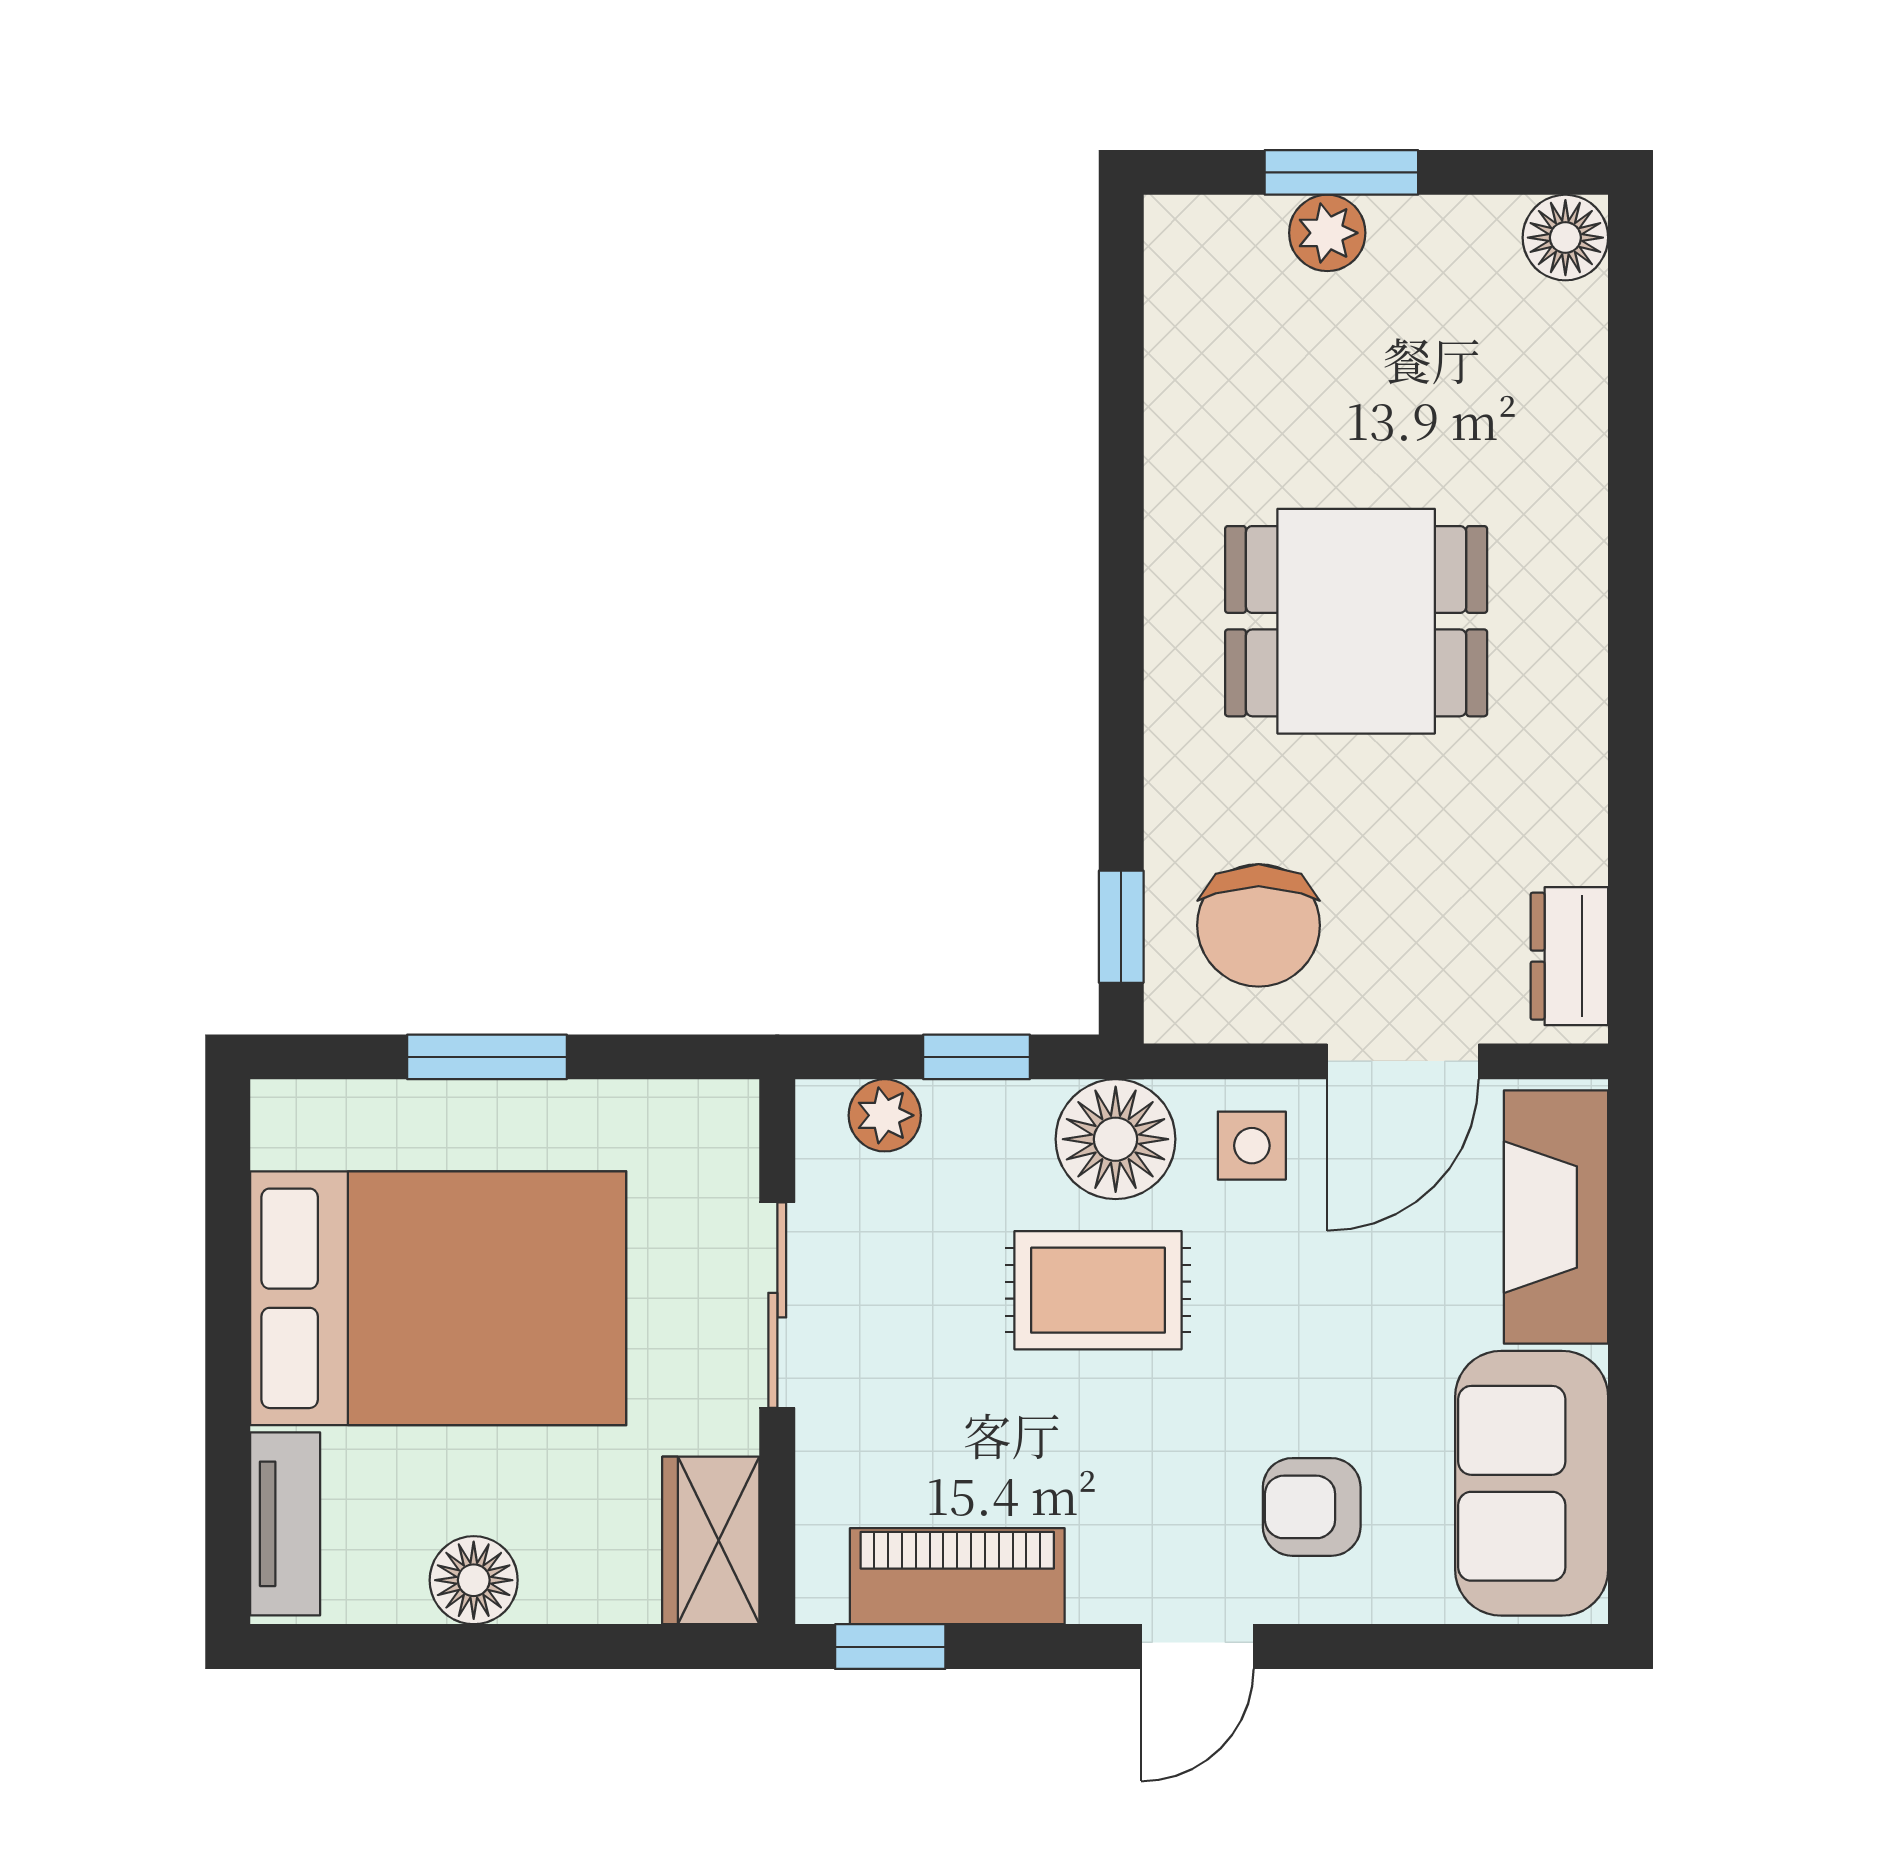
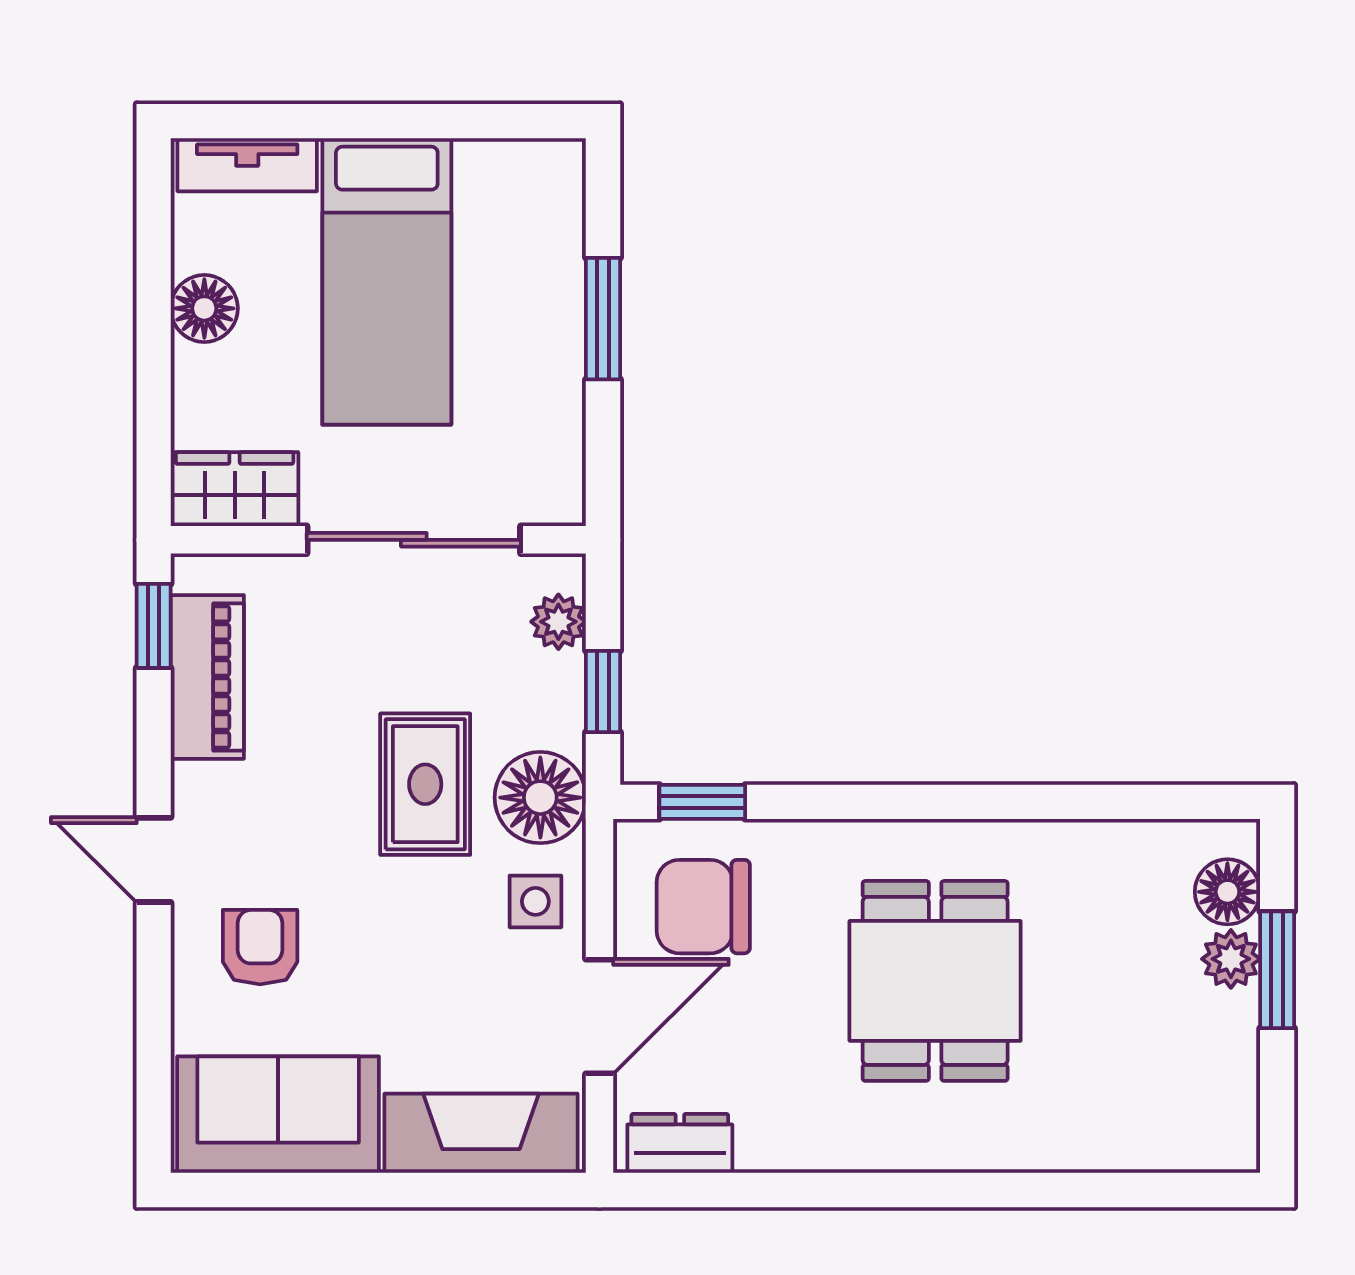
floor lamp: (1565, 238) -> (1227, 892), moved
door: (1403, 1061) -> (600, 1016), swing flipped
bed: (438, 1298) -> (387, 281), width x0.67
sliding door: (777, 1305) -> (414, 540), width x1.37

